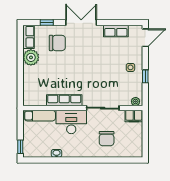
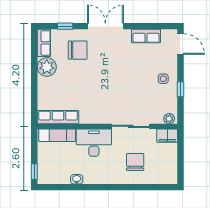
door: (145, 38) -> (181, 44), hinge flipped
row of seats: (64, 100) -> (58, 117), moved
chair: (107, 139) -> (135, 162), turned 180

